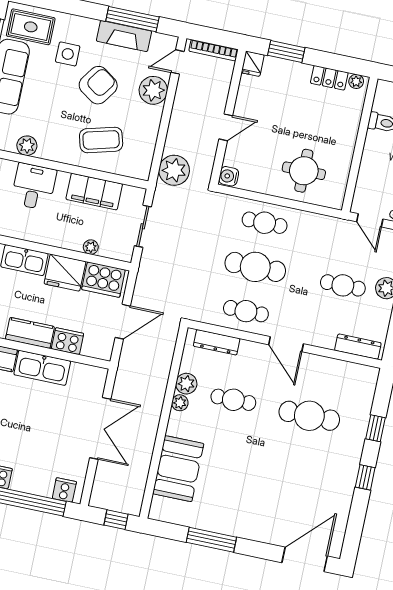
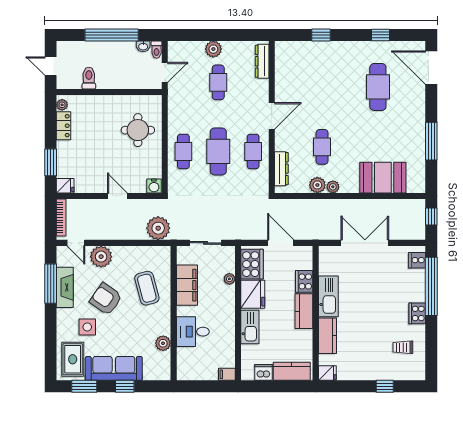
cafe table: (309, 416) -> (378, 87), moved
window: (365, 477) -> (381, 35), moved

